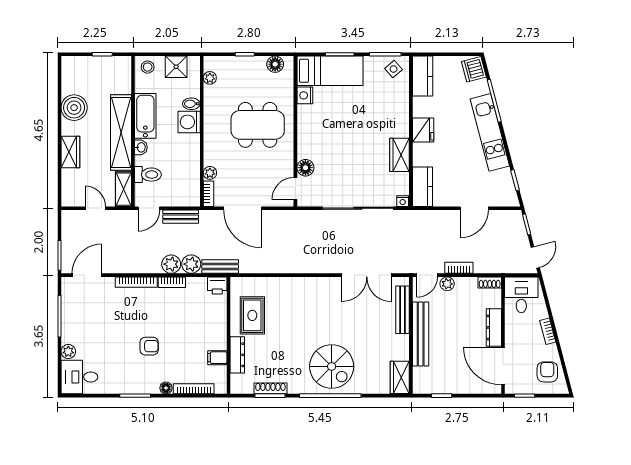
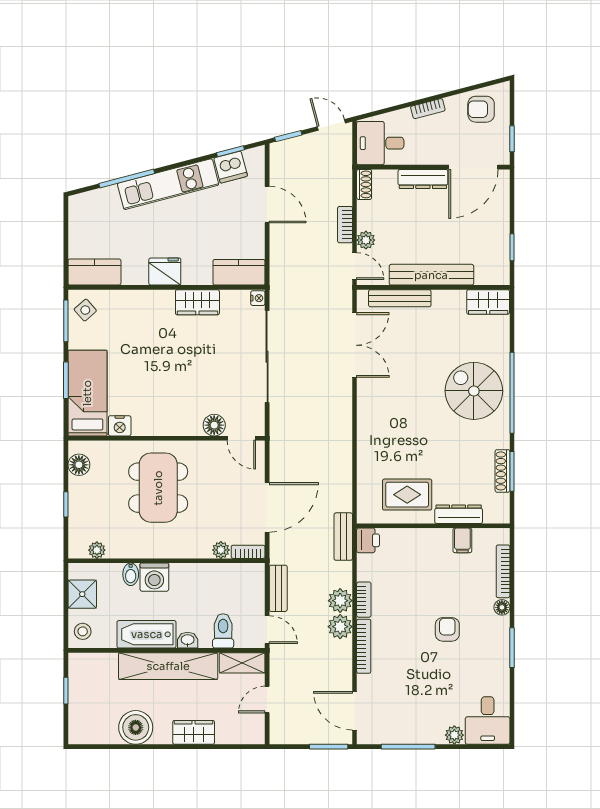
dishwasher: (474, 69) -> (231, 167), moved
plant: (191, 264) -> (340, 627), moved
spiral stairs: (332, 366) -> (474, 391), turned -90

